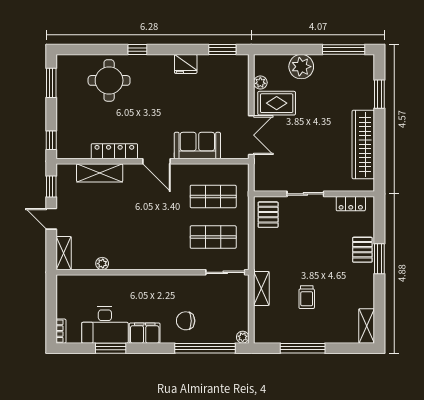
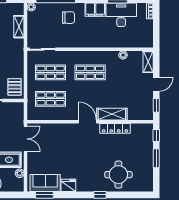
window: (51, 83) -> (156, 158), moved
double door: (251, 135) -> (26, 139), swing flipped
sofa: (197, 146) -> (45, 183), moved, turned 180
shelving: (100, 173) -> (112, 114), moved
door: (51, 219) -> (156, 84), hinge flipped
shop shelf: (152, 237) -> (90, 72), added
shelving: (261, 288) -> (19, 27), moved

